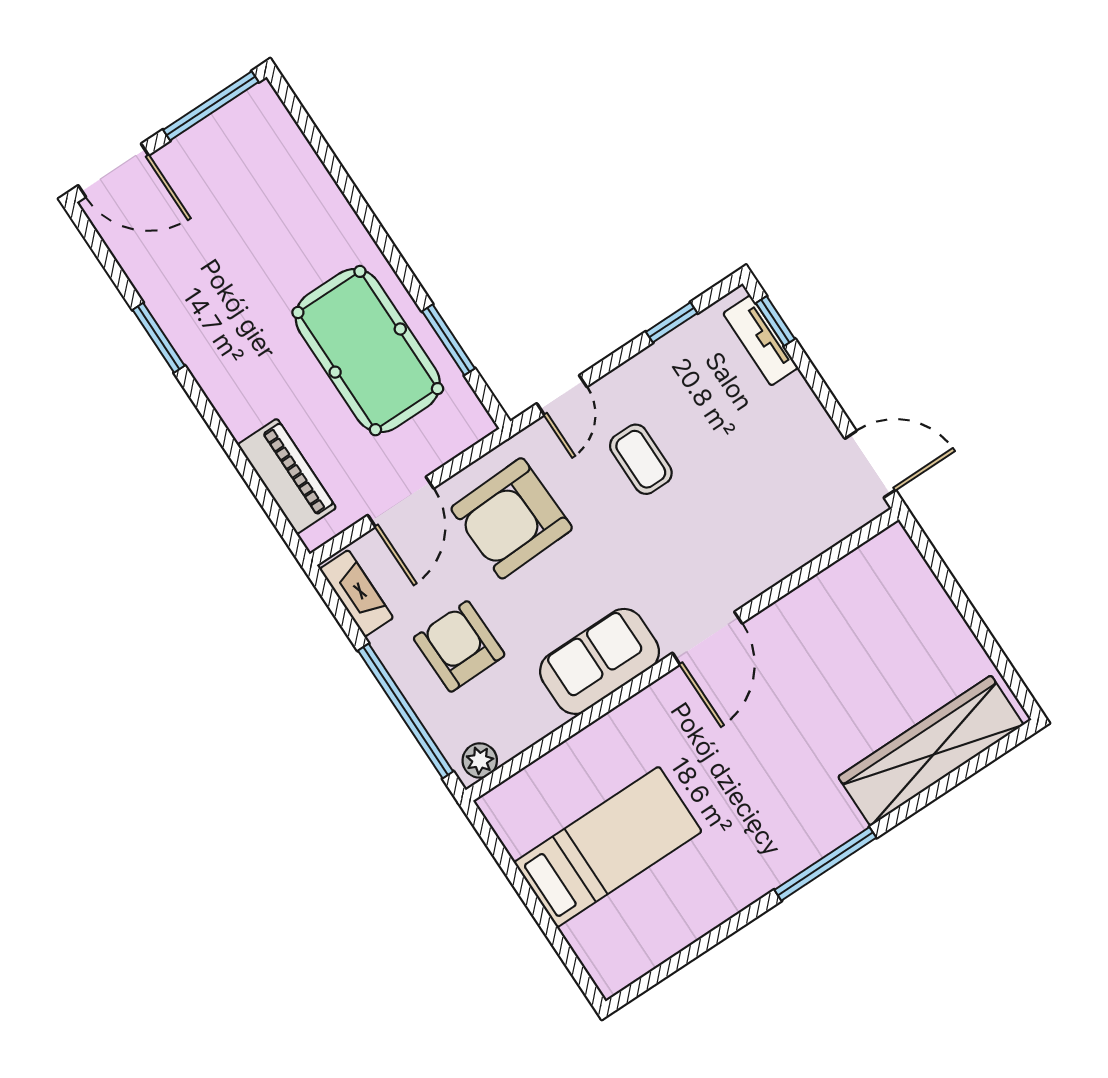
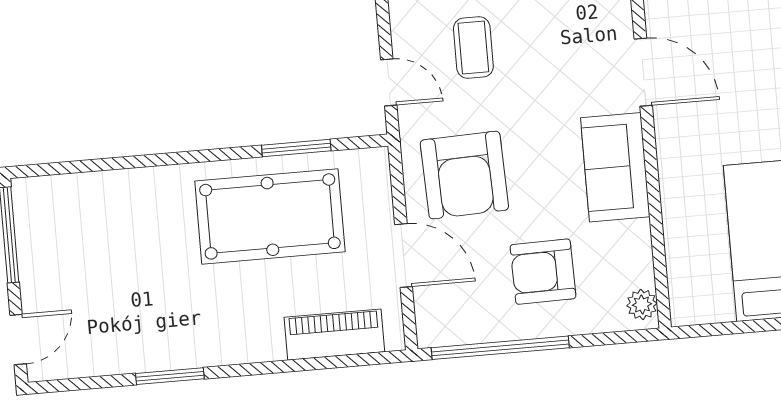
door: (113, 170) -> (18, 340), width x0.73
coffee table: (641, 459) -> (473, 48), turned 90
fireplace: (356, 593) -> (457, 330), removed
window: (406, 711) -> (500, 348), moved

